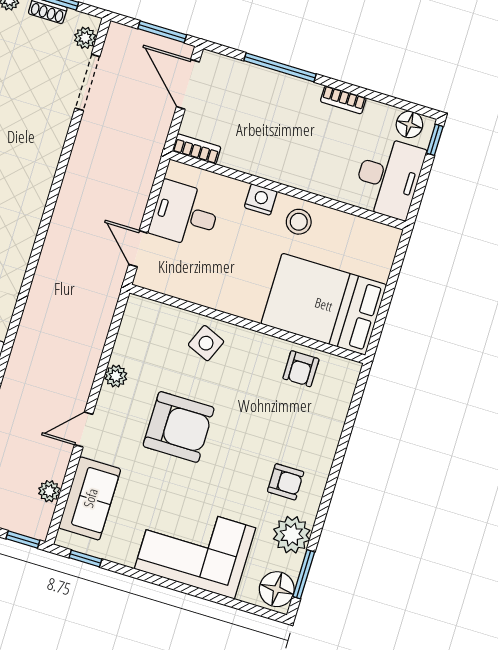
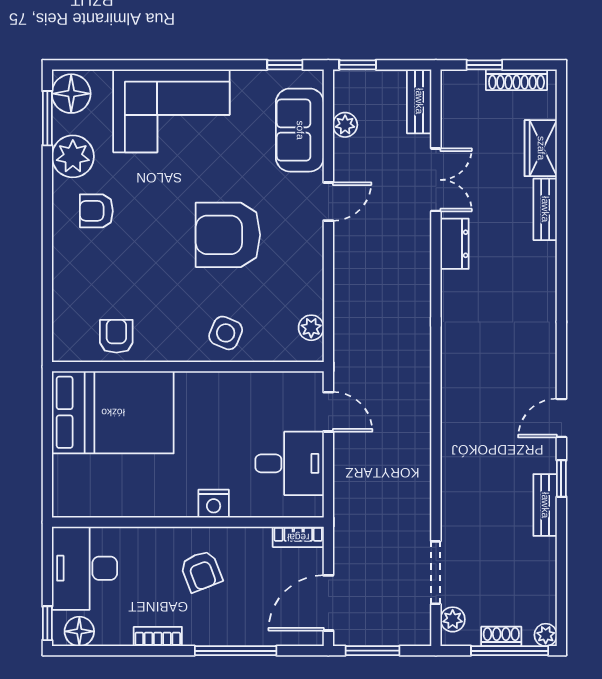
door: (188, 84) -> (328, 603), swing flipped
armchair: (289, 145) -> (201, 571), added
stool: (299, 222) -> (166, 492), removed
plant: (116, 376) -> (311, 328), moved

